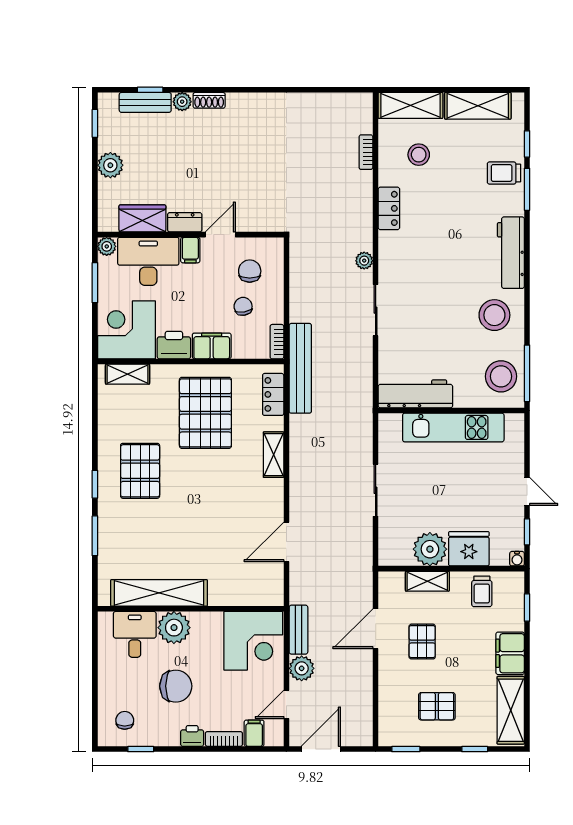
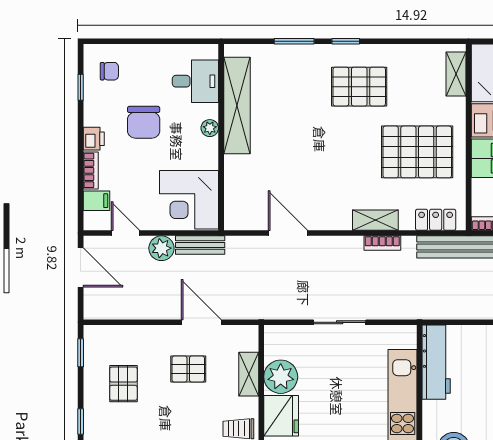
bookcase: (296, 448) -> (382, 243), added
plant: (174, 628) -> (210, 128), width x0.53, depth x0.53

